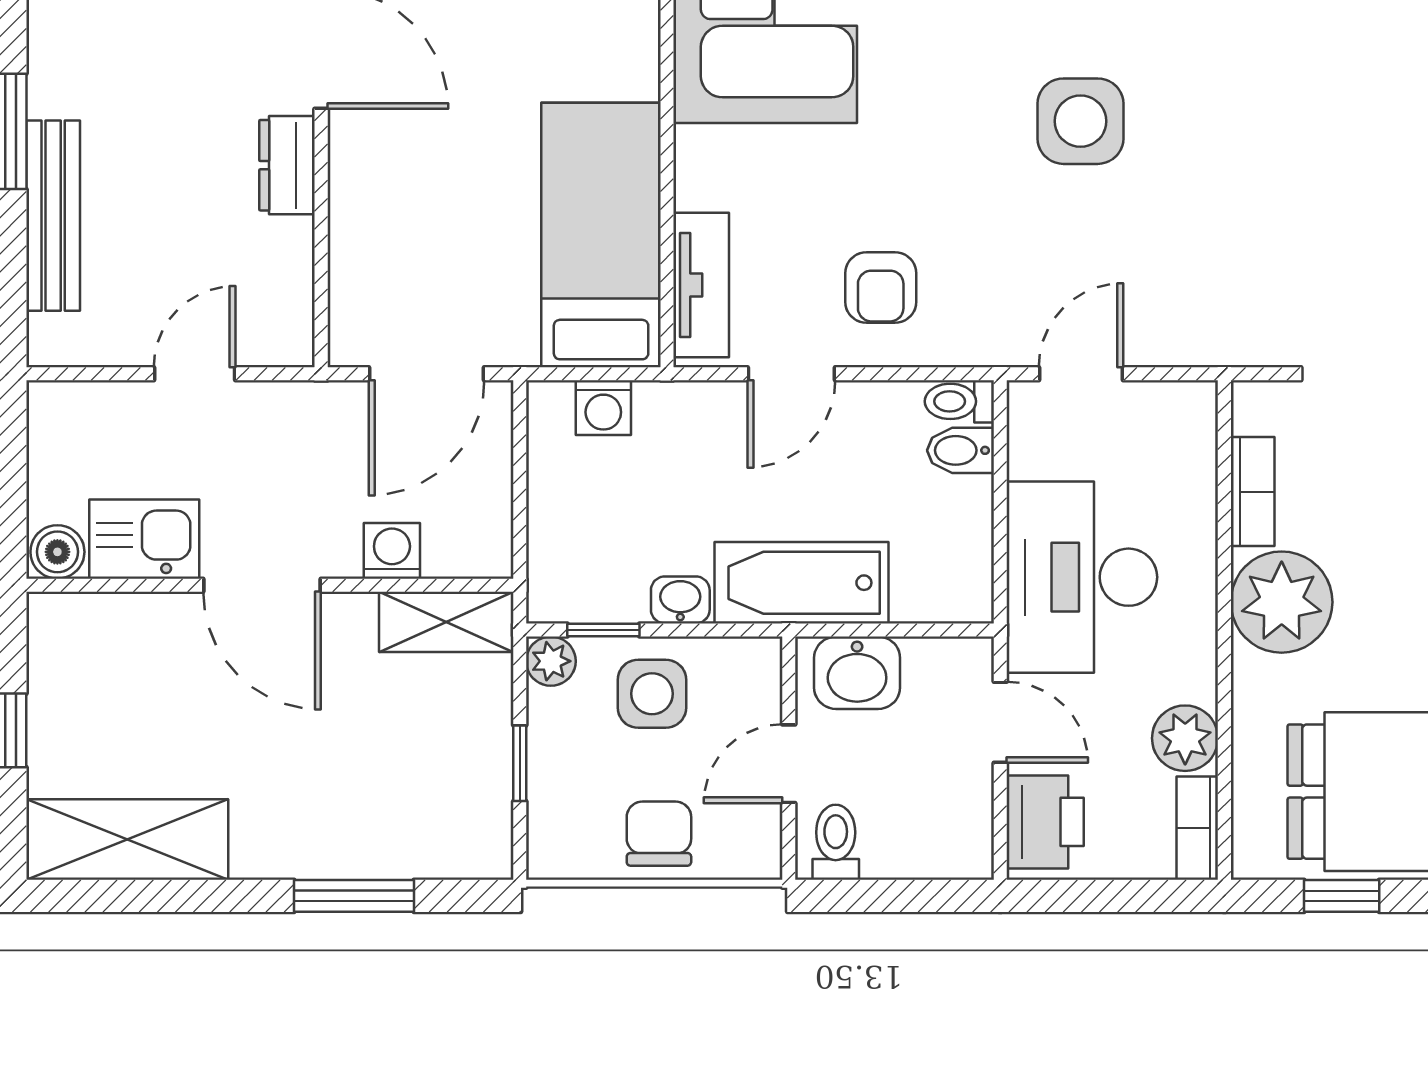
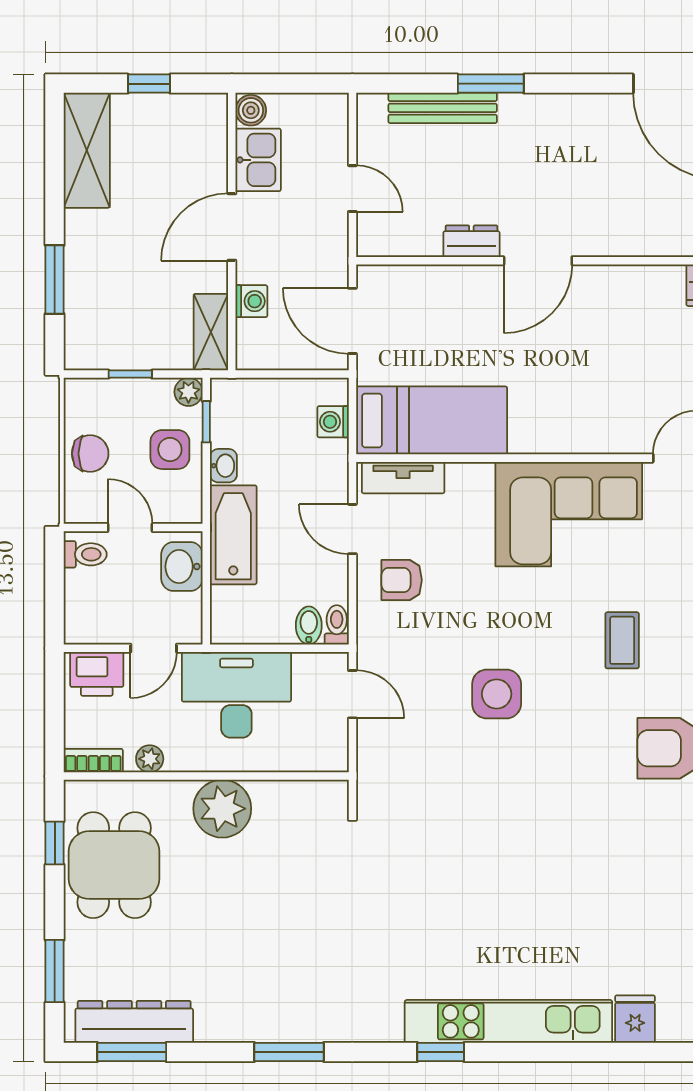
bookcase: (1253, 492) -> (285, 792), removed
plant: (1185, 738) -> (150, 759), width x0.73, depth x0.73

